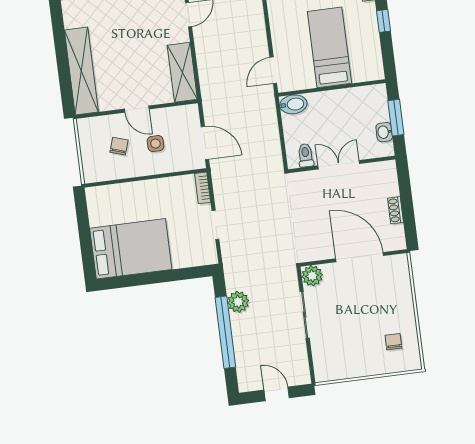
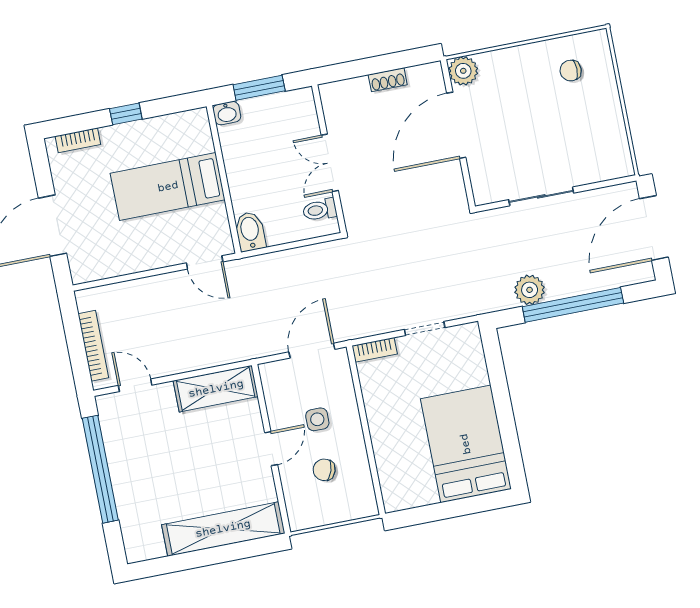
washbasin: (384, 132) -> (227, 113), moved
plant: (312, 276) -> (463, 71), moved
door: (277, 394) -> (654, 228), width x1.88

